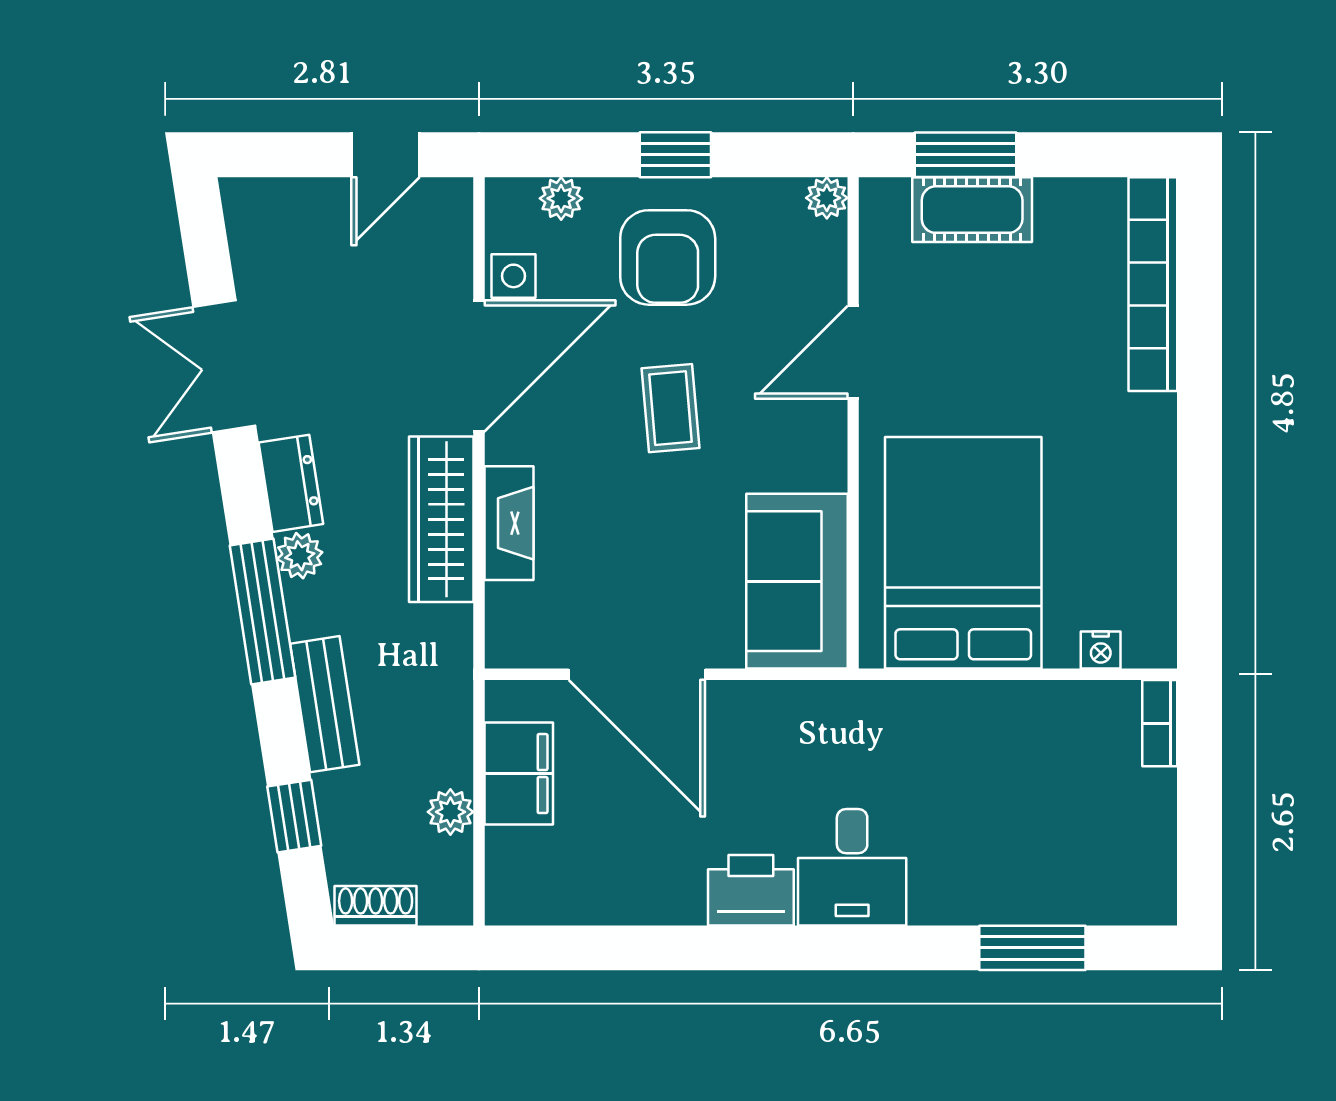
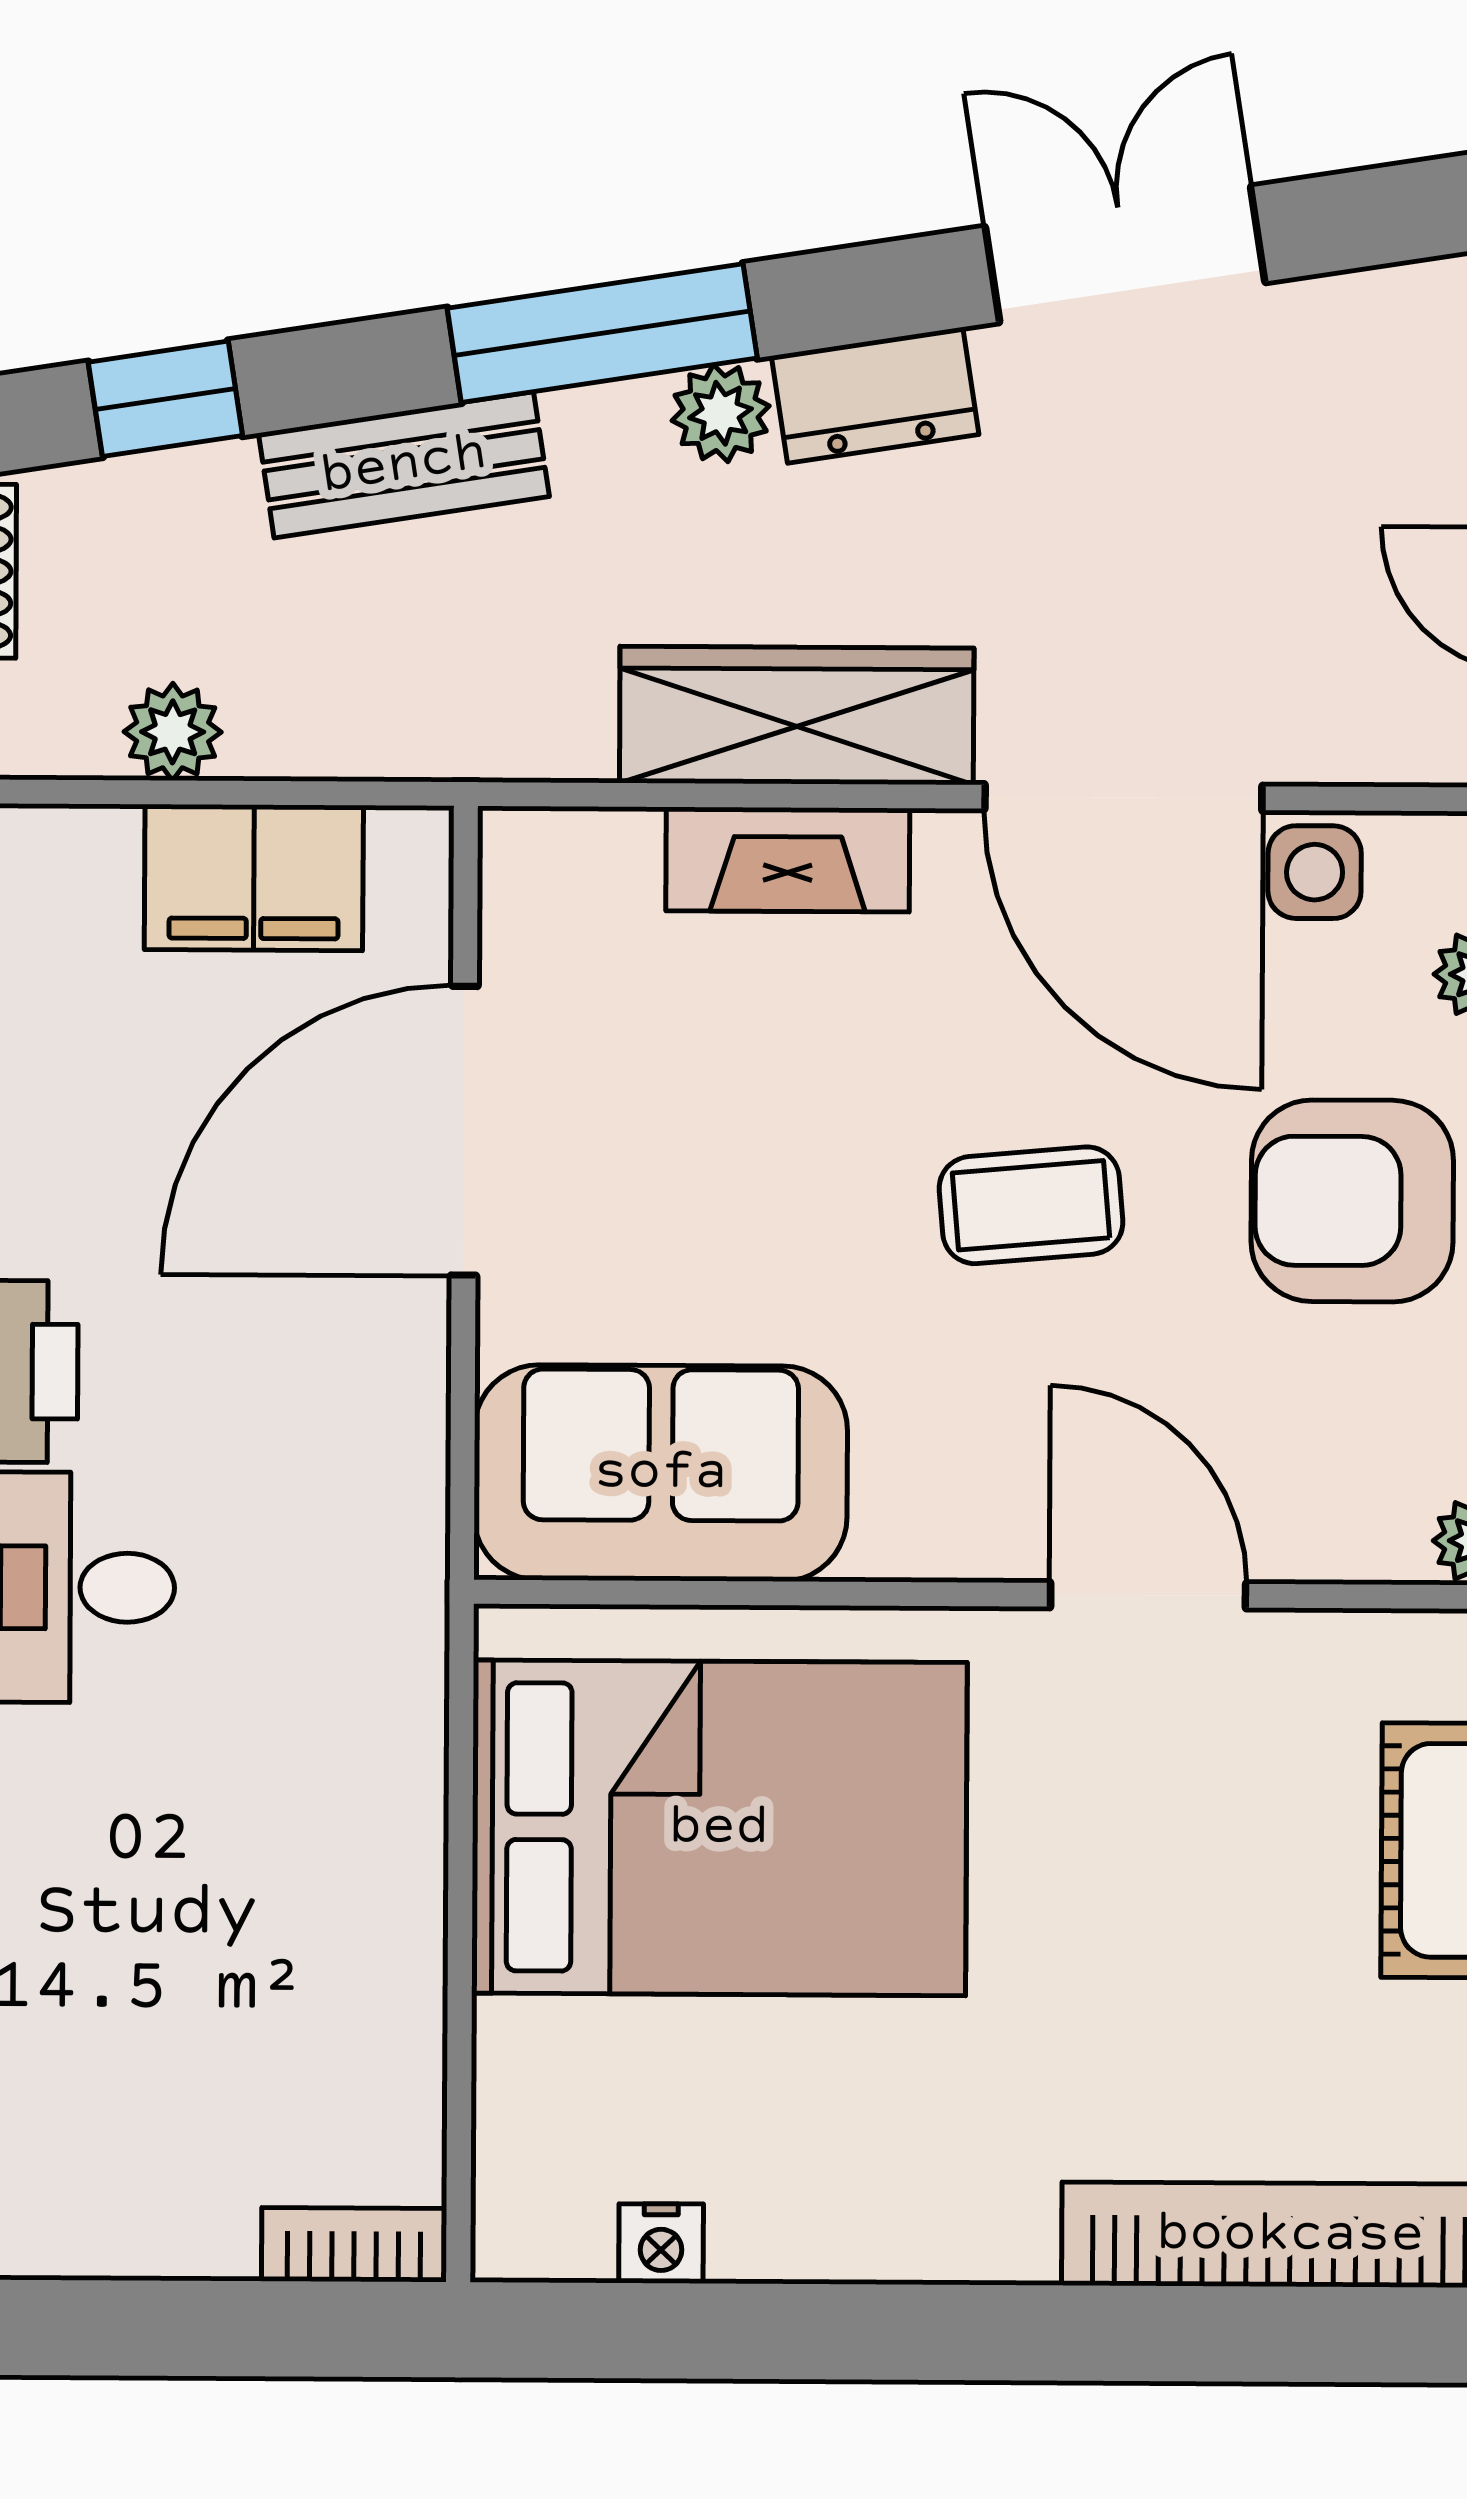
nightstand: (1101, 650) -> (661, 2244), moved, turned -90

